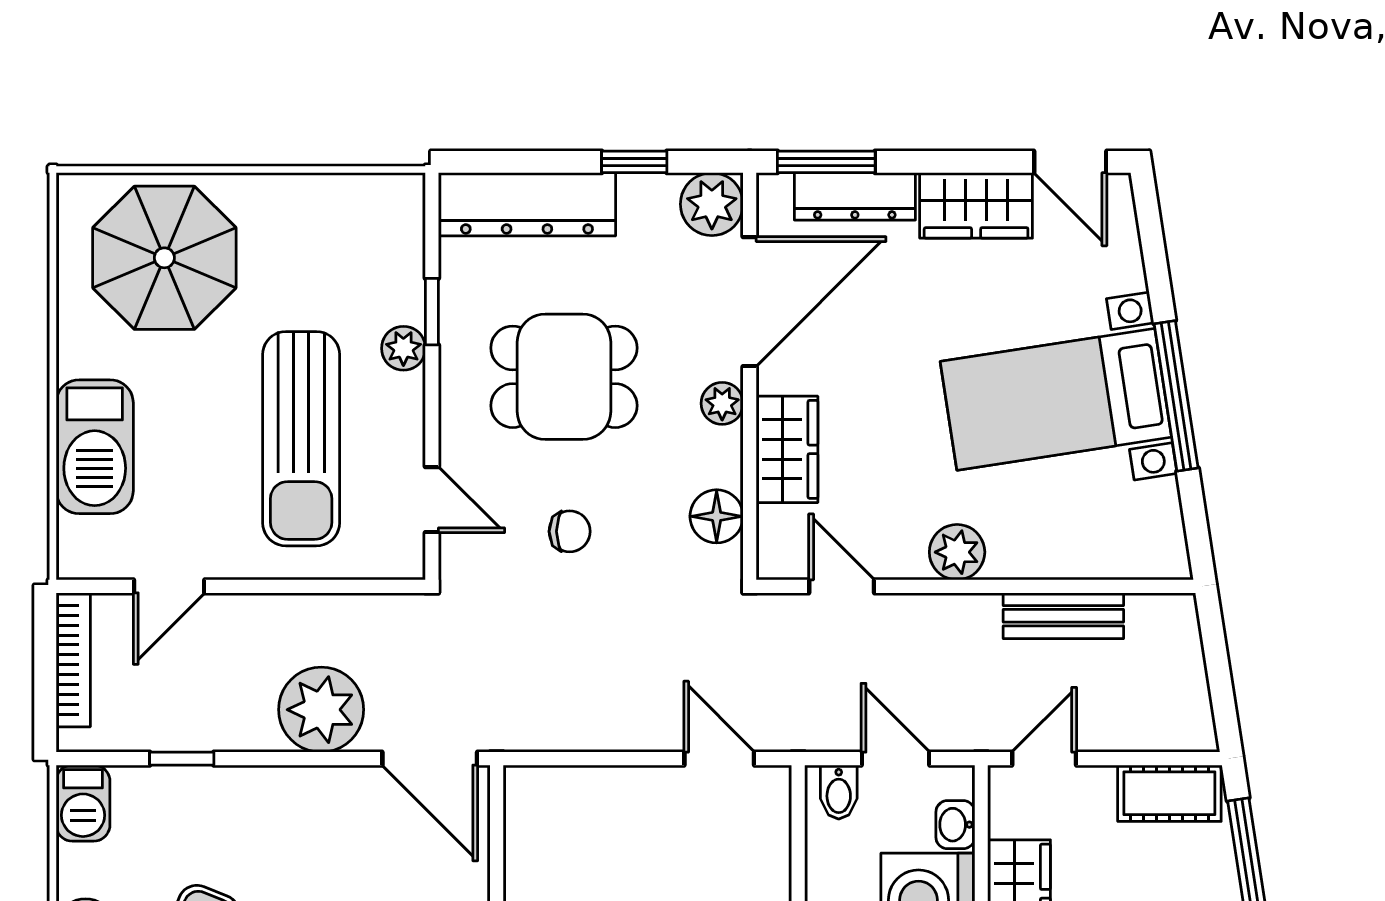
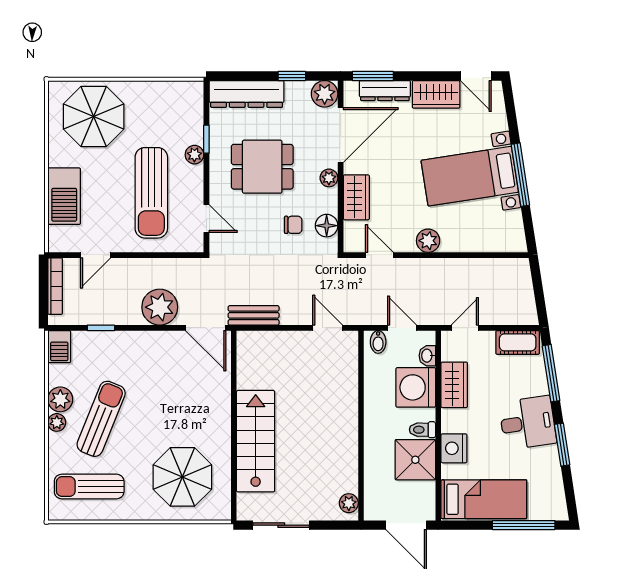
chair: (570, 531) -> (293, 225), moved
bench: (1063, 616) -> (254, 315), moved

